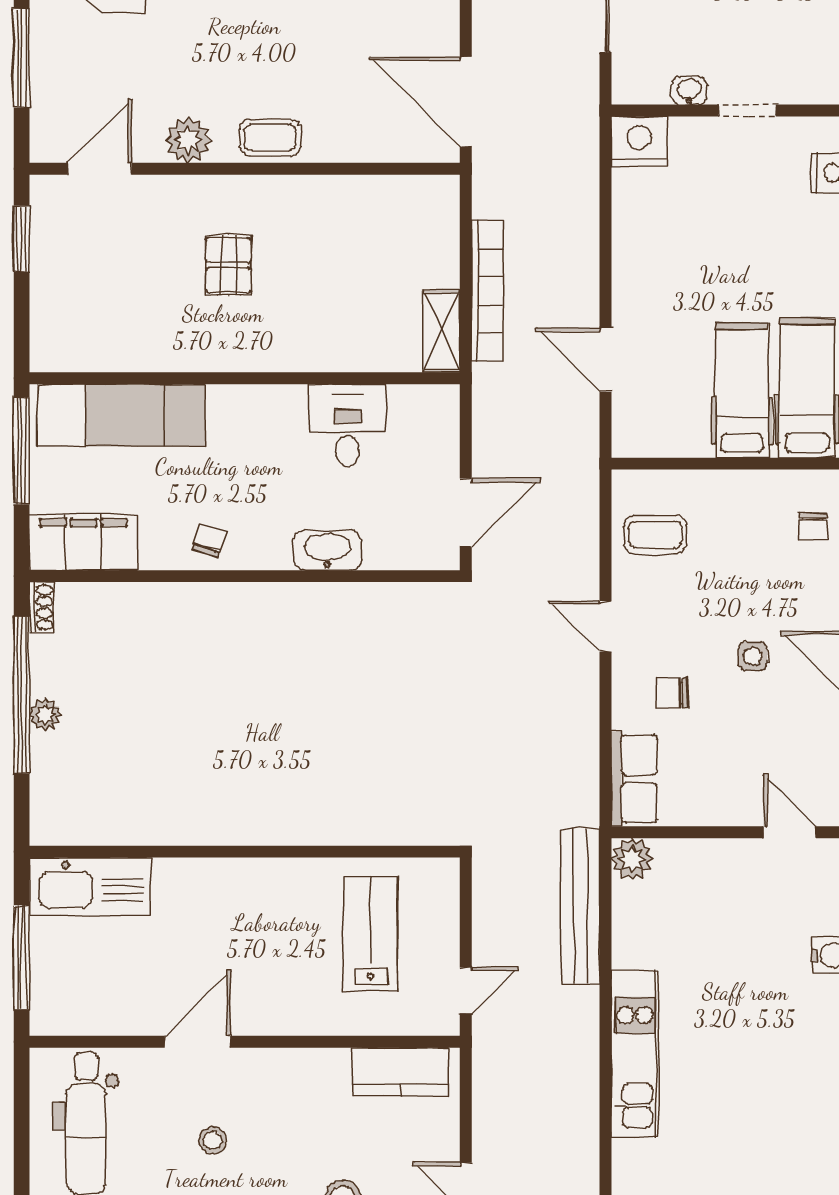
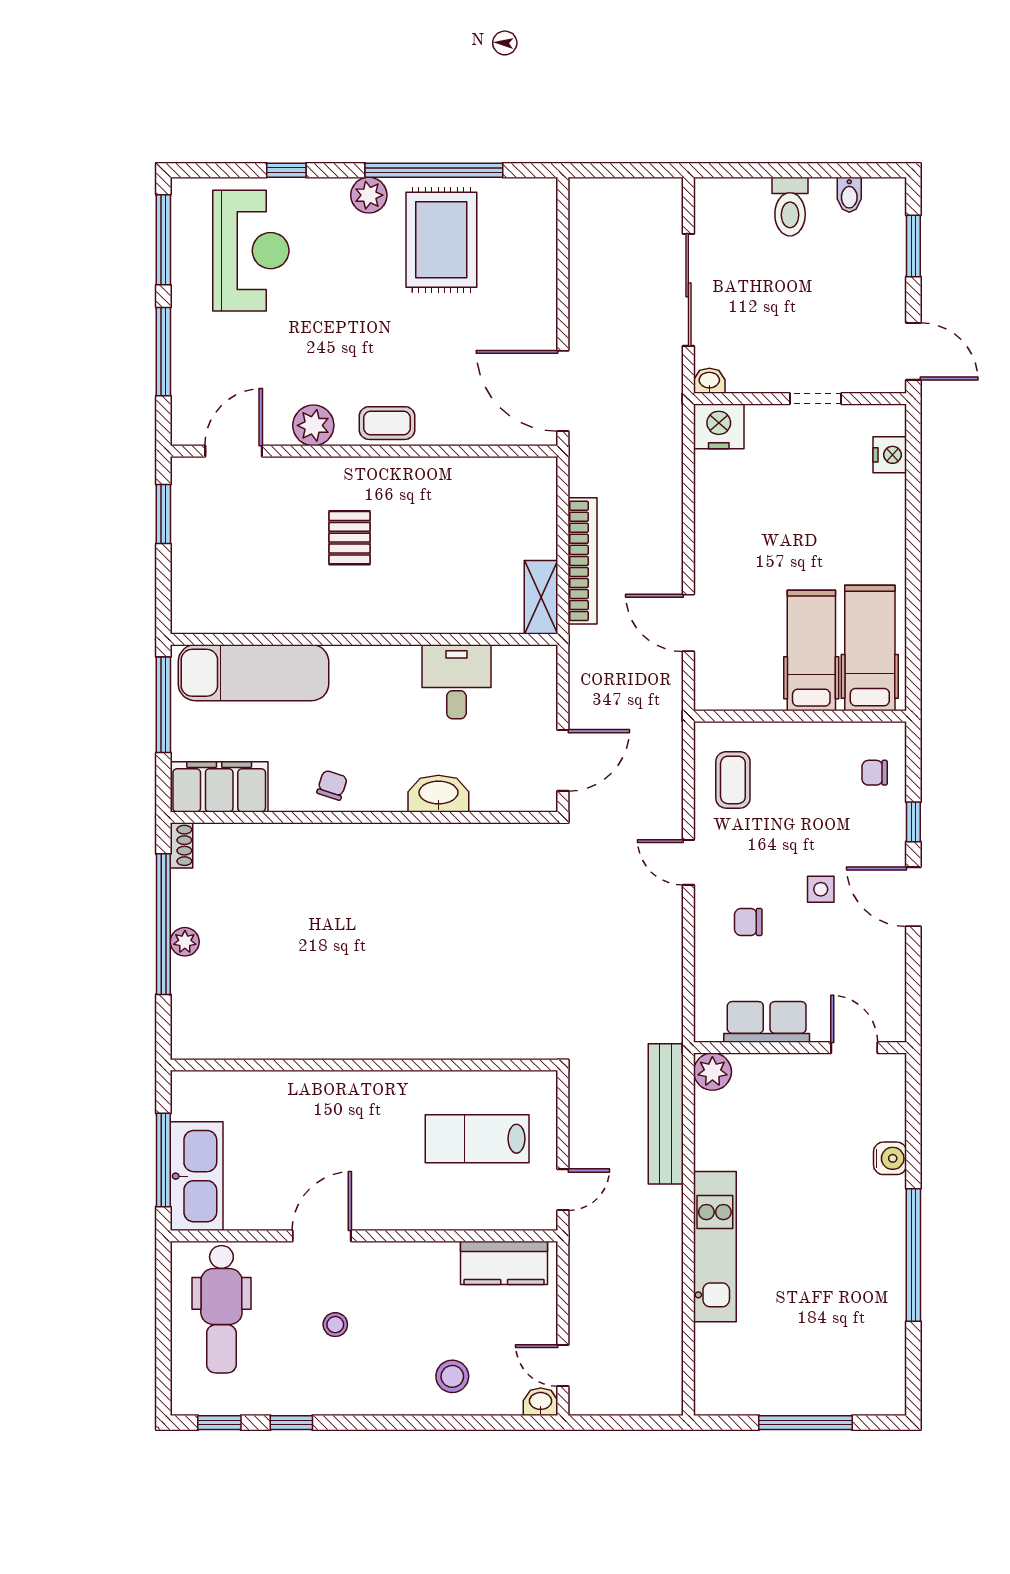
washbasin: (689, 91) -> (709, 381), moved
chair: (813, 526) -> (875, 773), turned 90
coffee table: (655, 535) -> (733, 780), turned 90
row of seats: (634, 779) -> (767, 1022), moved, turned -90
kitchen sink: (90, 887) -> (197, 1176), moved, turned -90
lab bench: (370, 934) -> (477, 1139), turned -90

